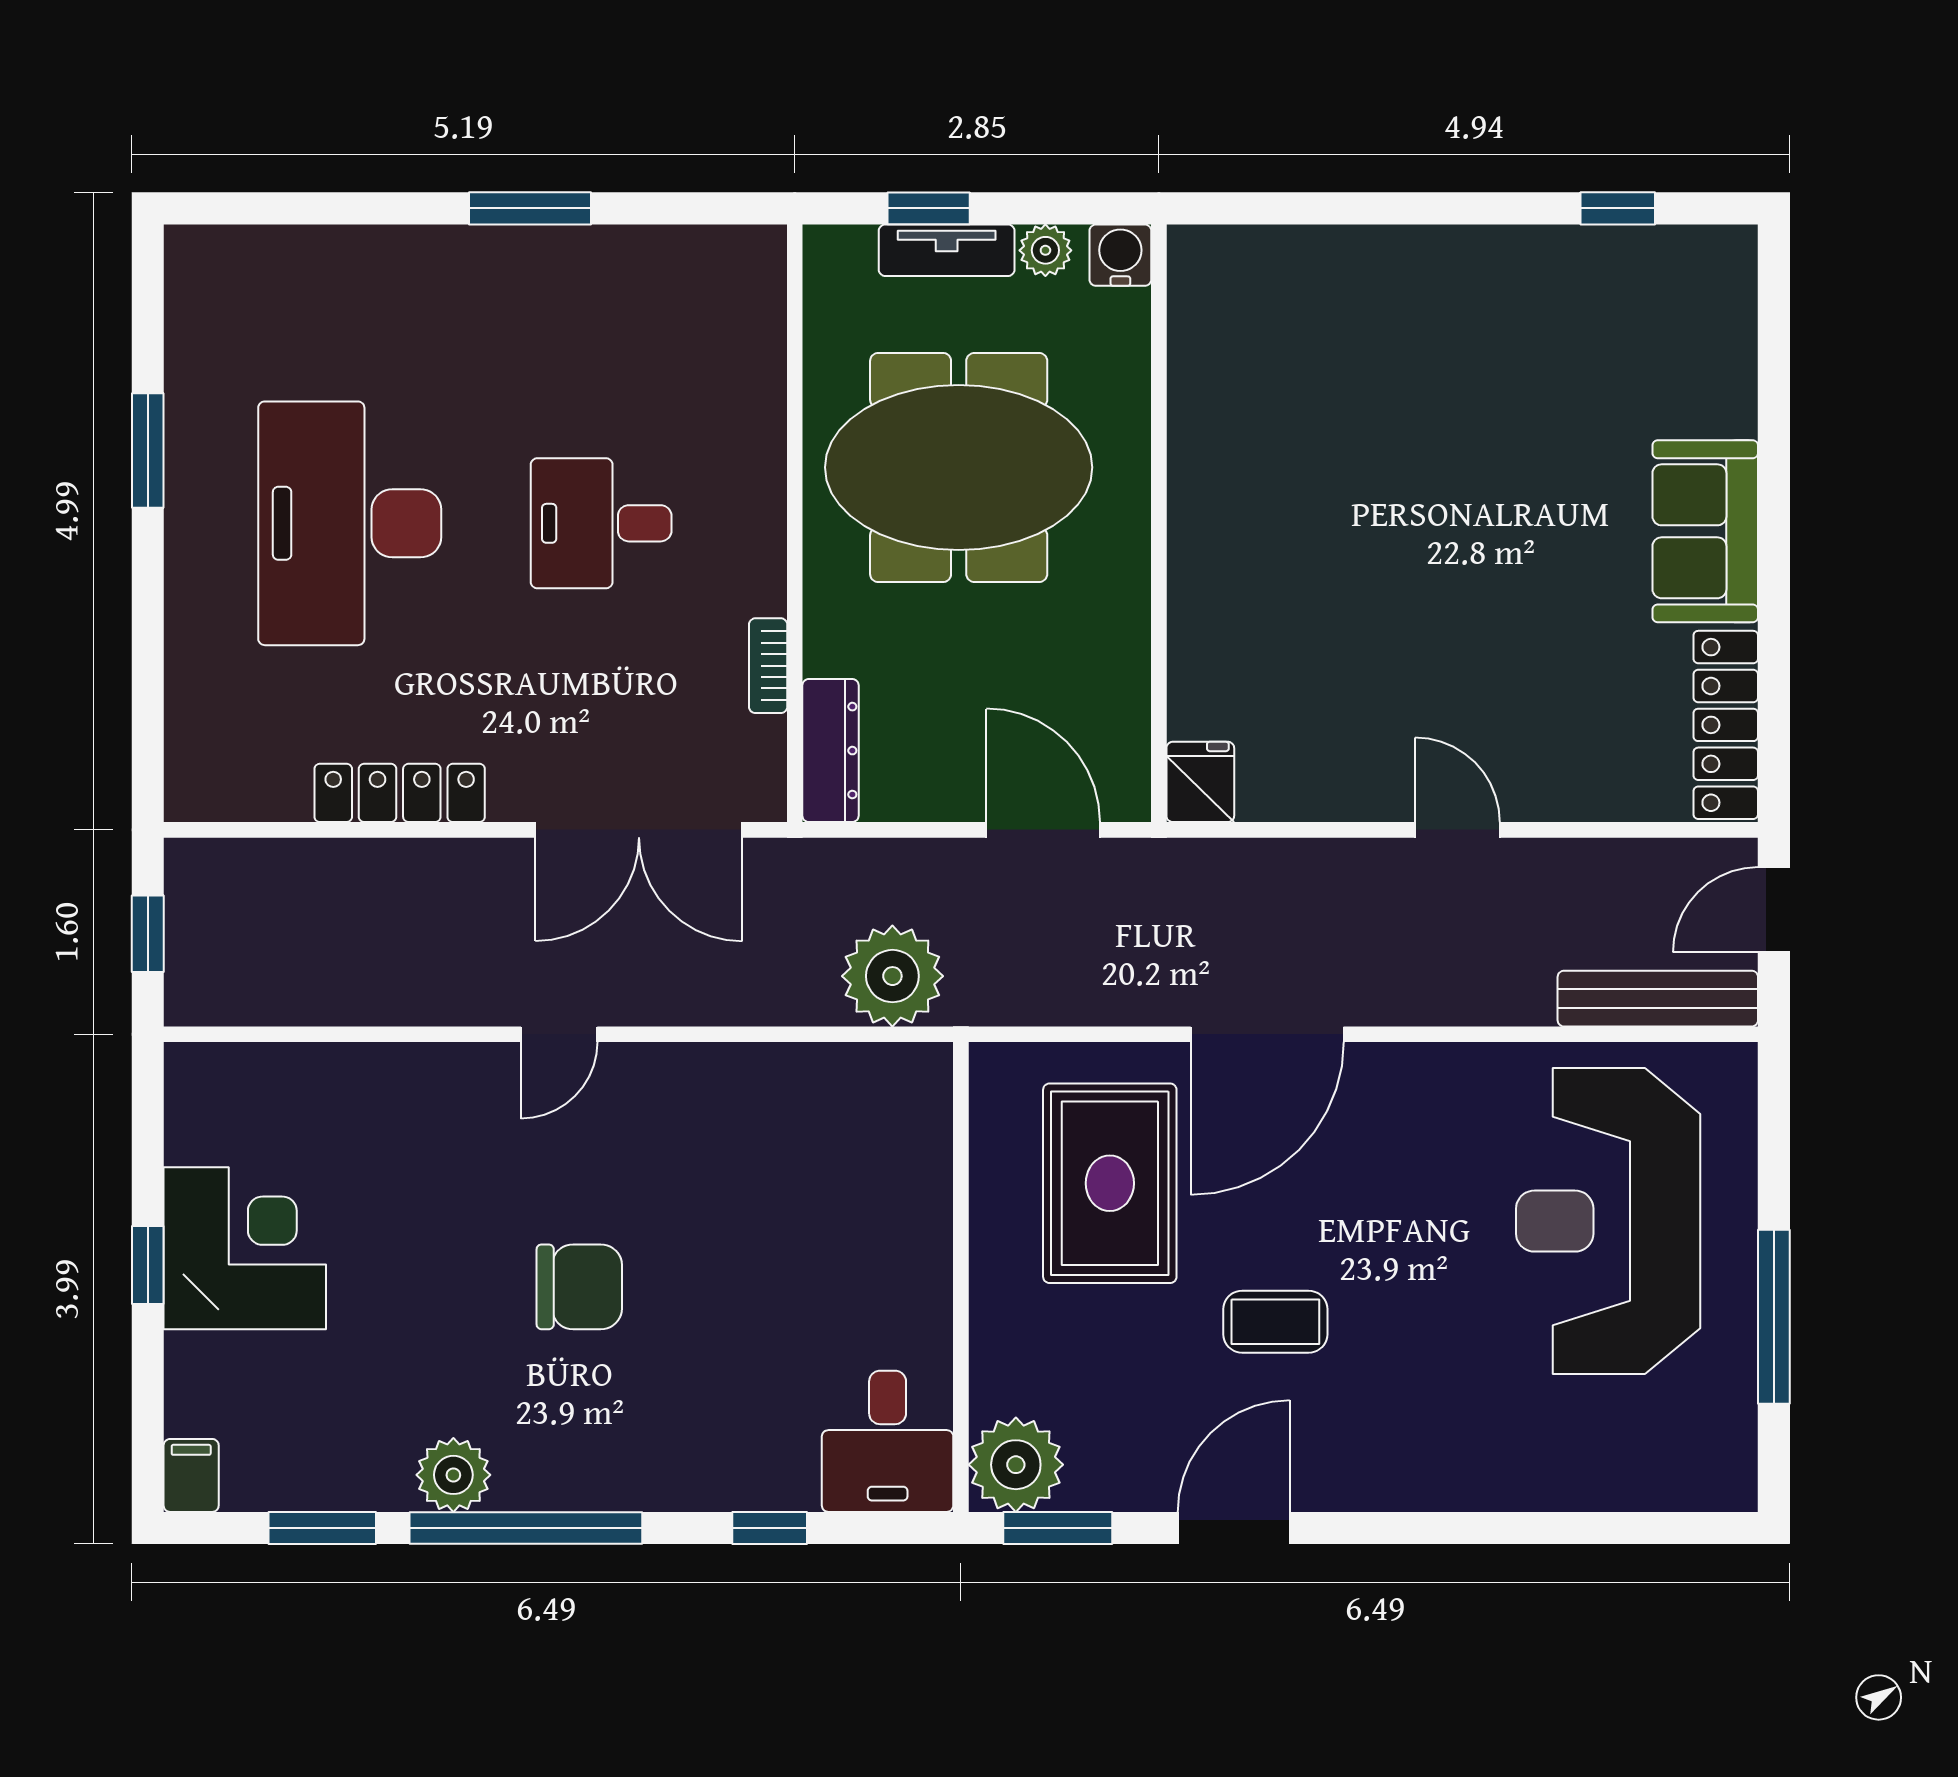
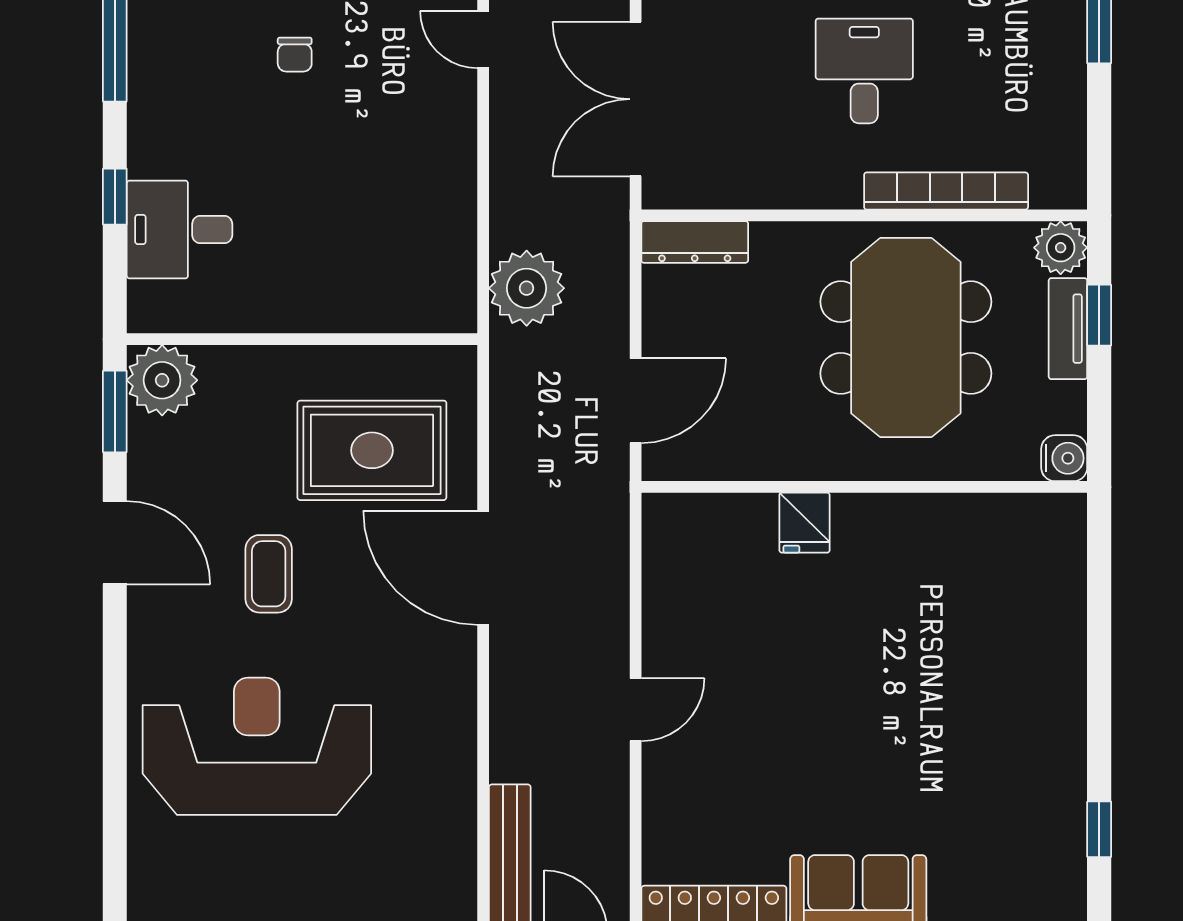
plant: (1045, 250) -> (1061, 248), moved, width x1.38, depth x1.38
bookcase: (768, 666) -> (946, 191), moved, width x2.31, depth x1.31
fridge: (1200, 782) -> (805, 523), moved, turned 90
reception desk: (1608, 1221) -> (257, 746), moved
chair: (579, 1287) -> (295, 55), width x0.54, depth x0.54
desk: (888, 1441) -> (179, 230), moved

